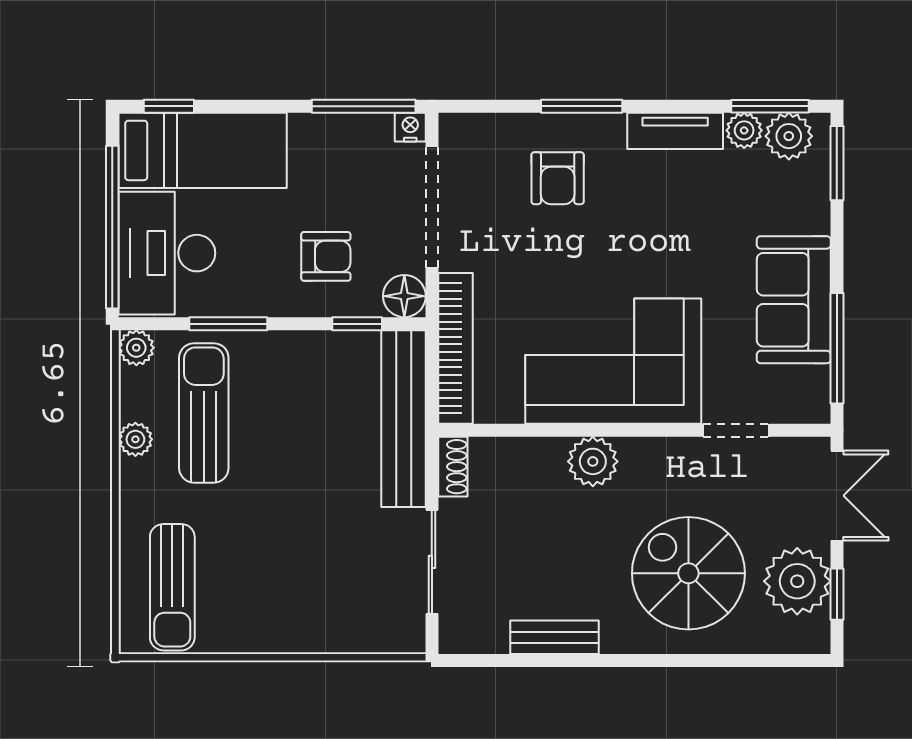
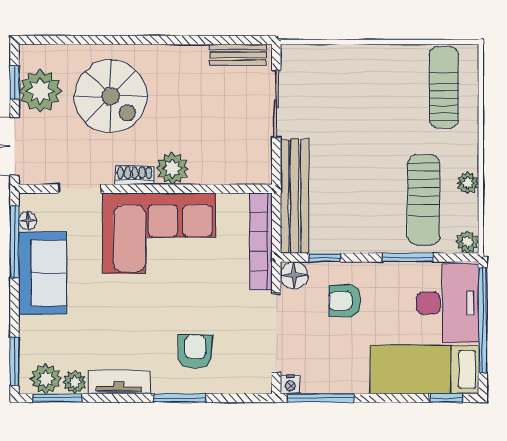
floor lamp: (817, 381) -> (28, 221), added
shoe rack: (453, 467) -> (135, 175), moved, turned 90
bench: (554, 637) -> (238, 55), moved

